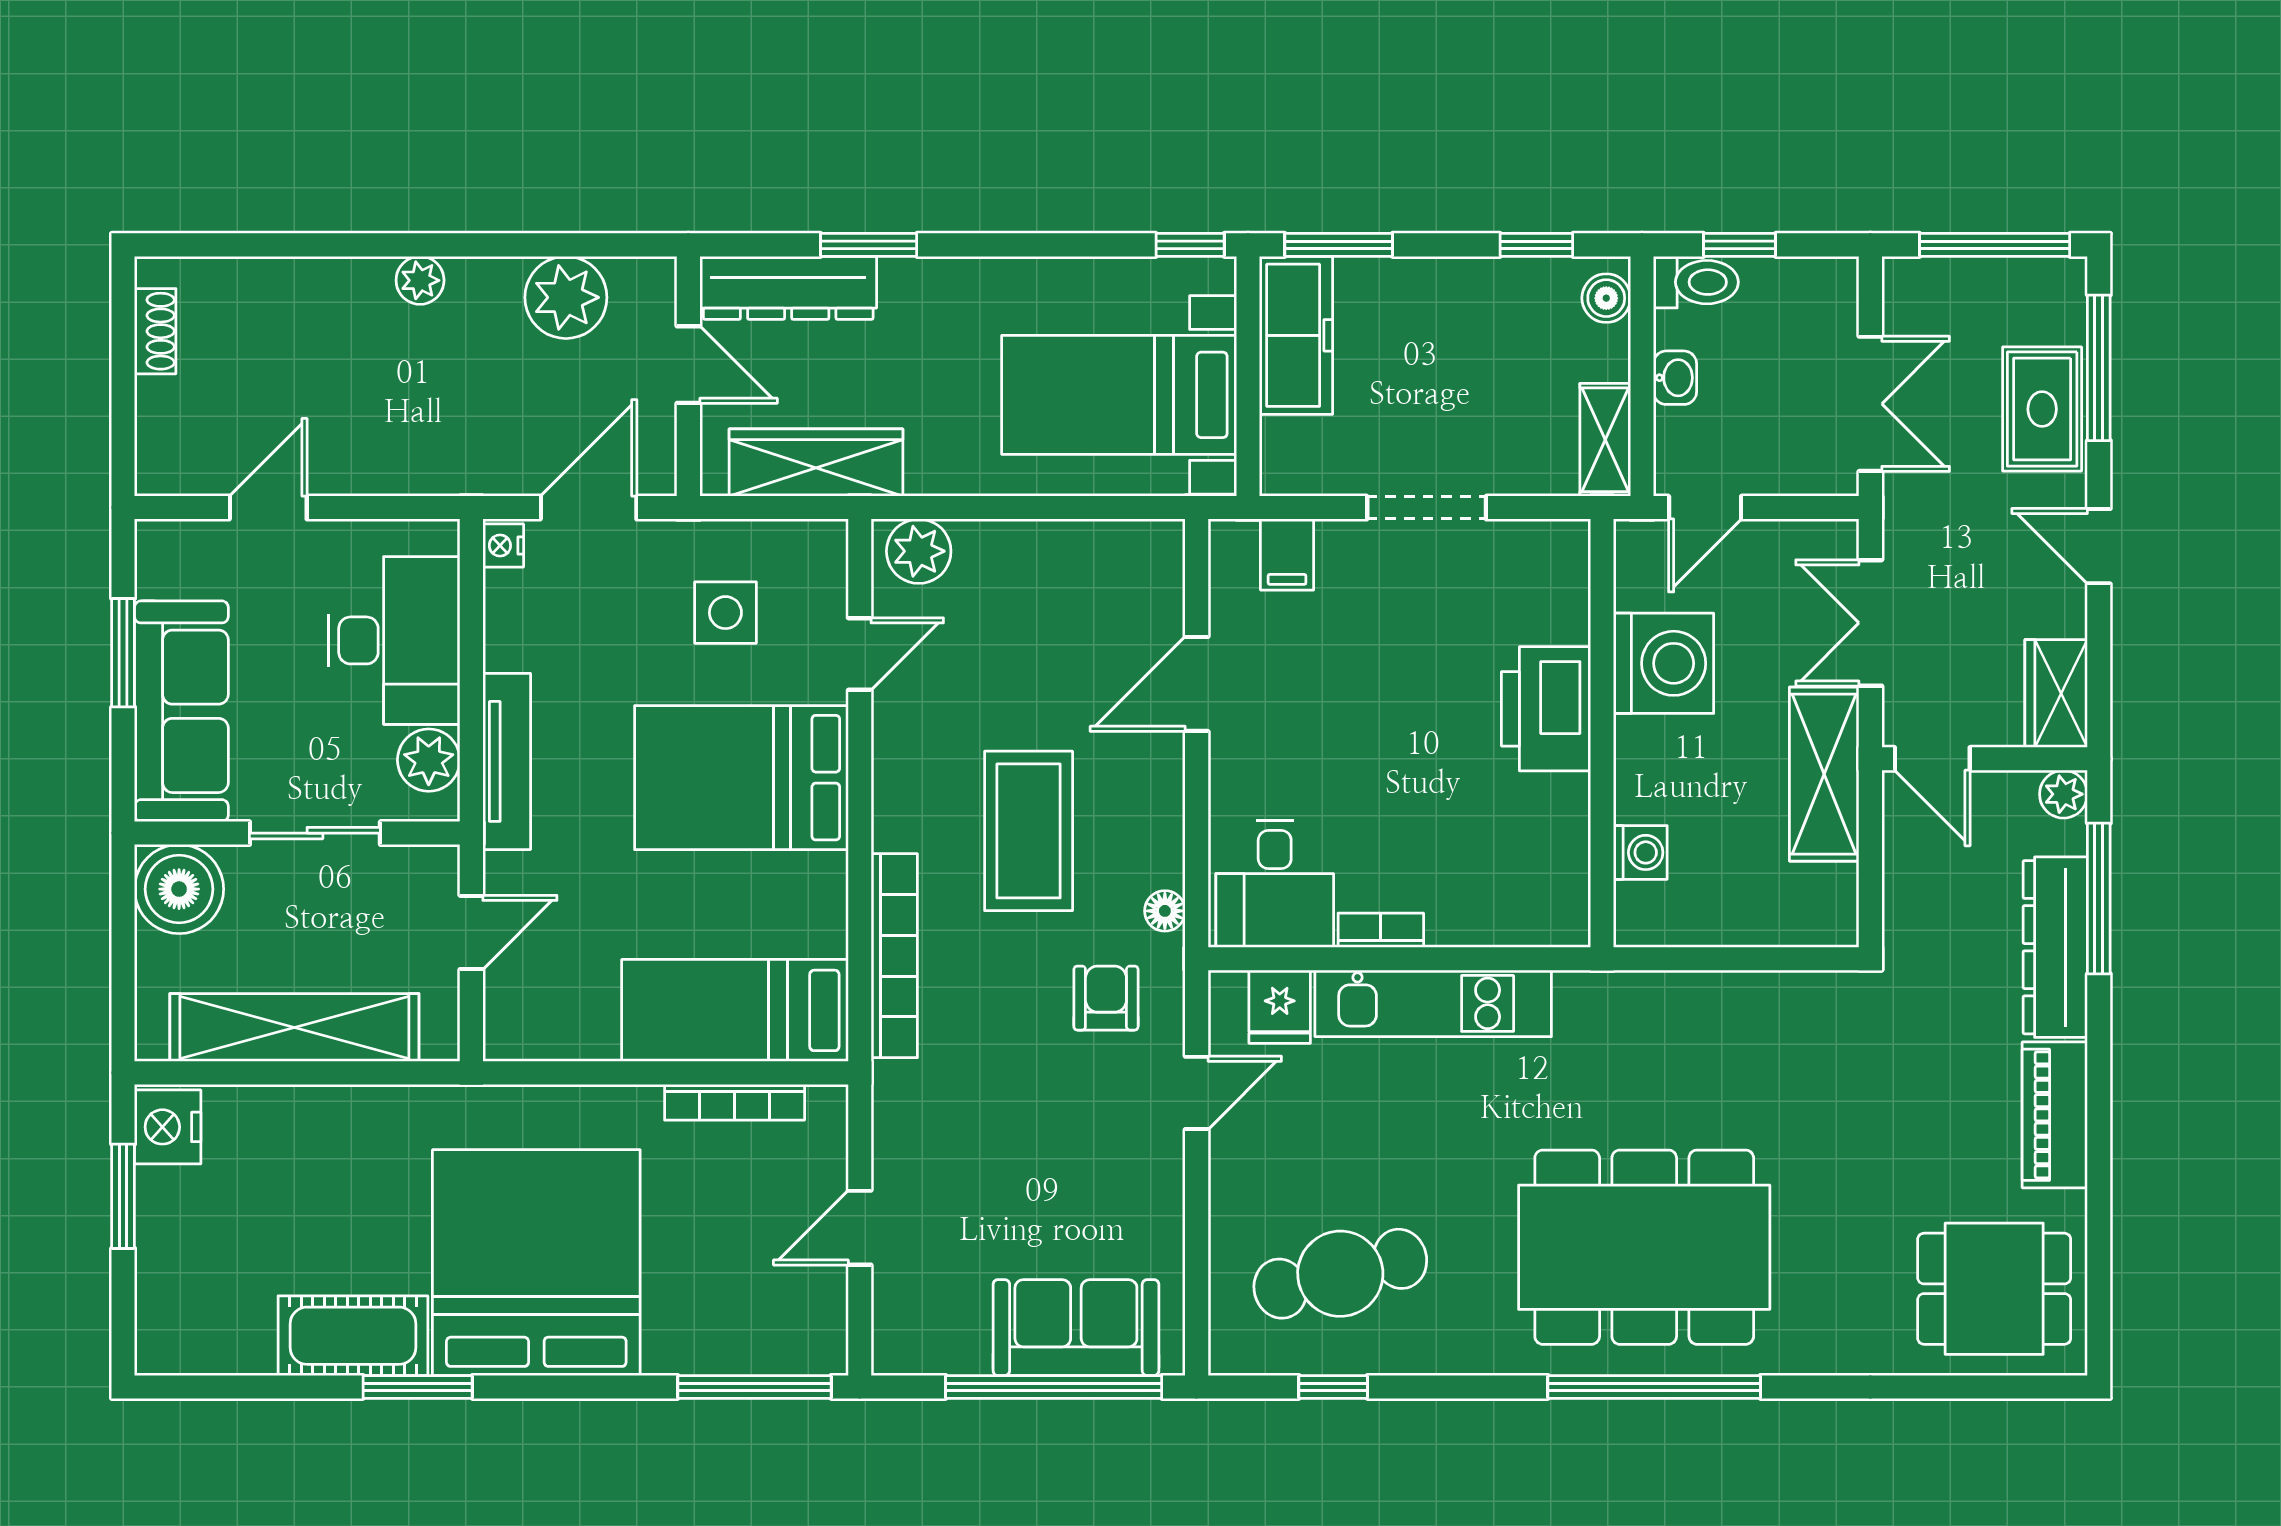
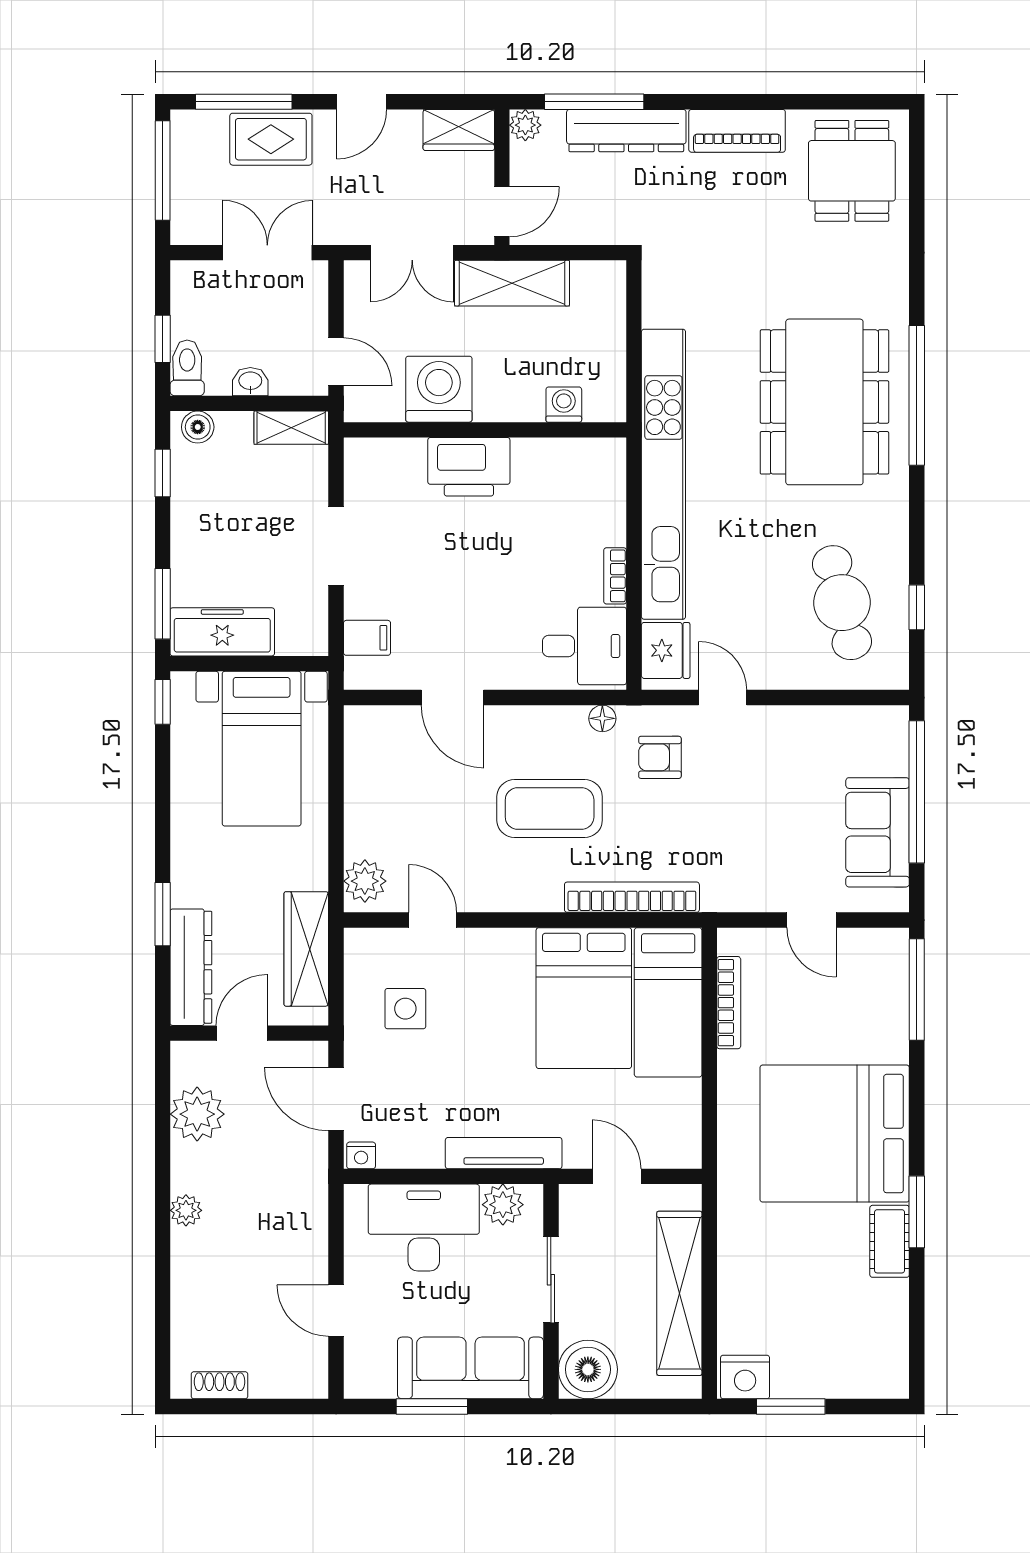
bed: (741, 778) -> (584, 998), moved
kitchen unit: (1433, 1003) -> (663, 474), width x1.86
fridge: (1280, 1007) -> (666, 650), width x1.38
sofa: (1076, 1328) -> (878, 832), moved
cot: (353, 1336) -> (890, 1241), width x0.73, depth x0.75

